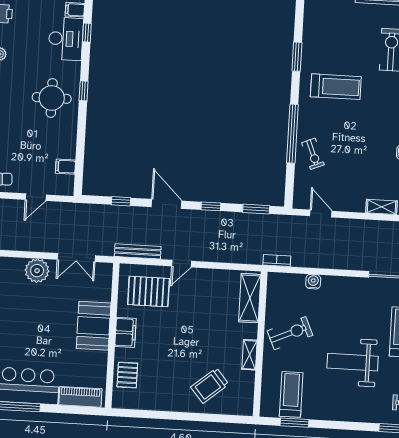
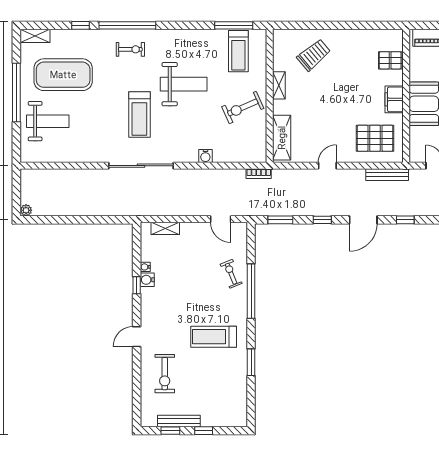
door: (167, 204) -> (363, 220), hinge flipped
door: (182, 264) -> (327, 166), moved
water cooler: (313, 282) -> (205, 156), moved
pallet: (127, 375) -> (390, 60), turned 90
window: (294, 423) -> (234, 25), width x1.44

